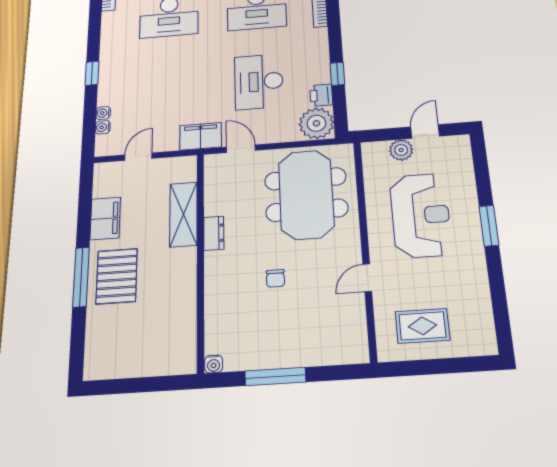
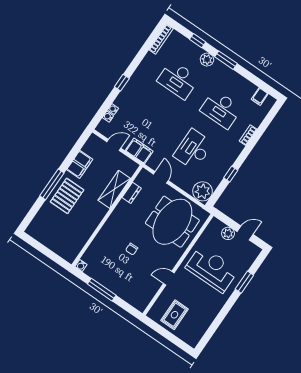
printer: (321, 95) -> (215, 179), removed
filing cabinet: (201, 136) -> (139, 151), moved
reception desk: (421, 215) -> (212, 269), turned -90
window: (489, 226) -> (244, 282), moved
dresser: (214, 233) -> (132, 193), moved
rug: (422, 326) -> (175, 315), turned 90

